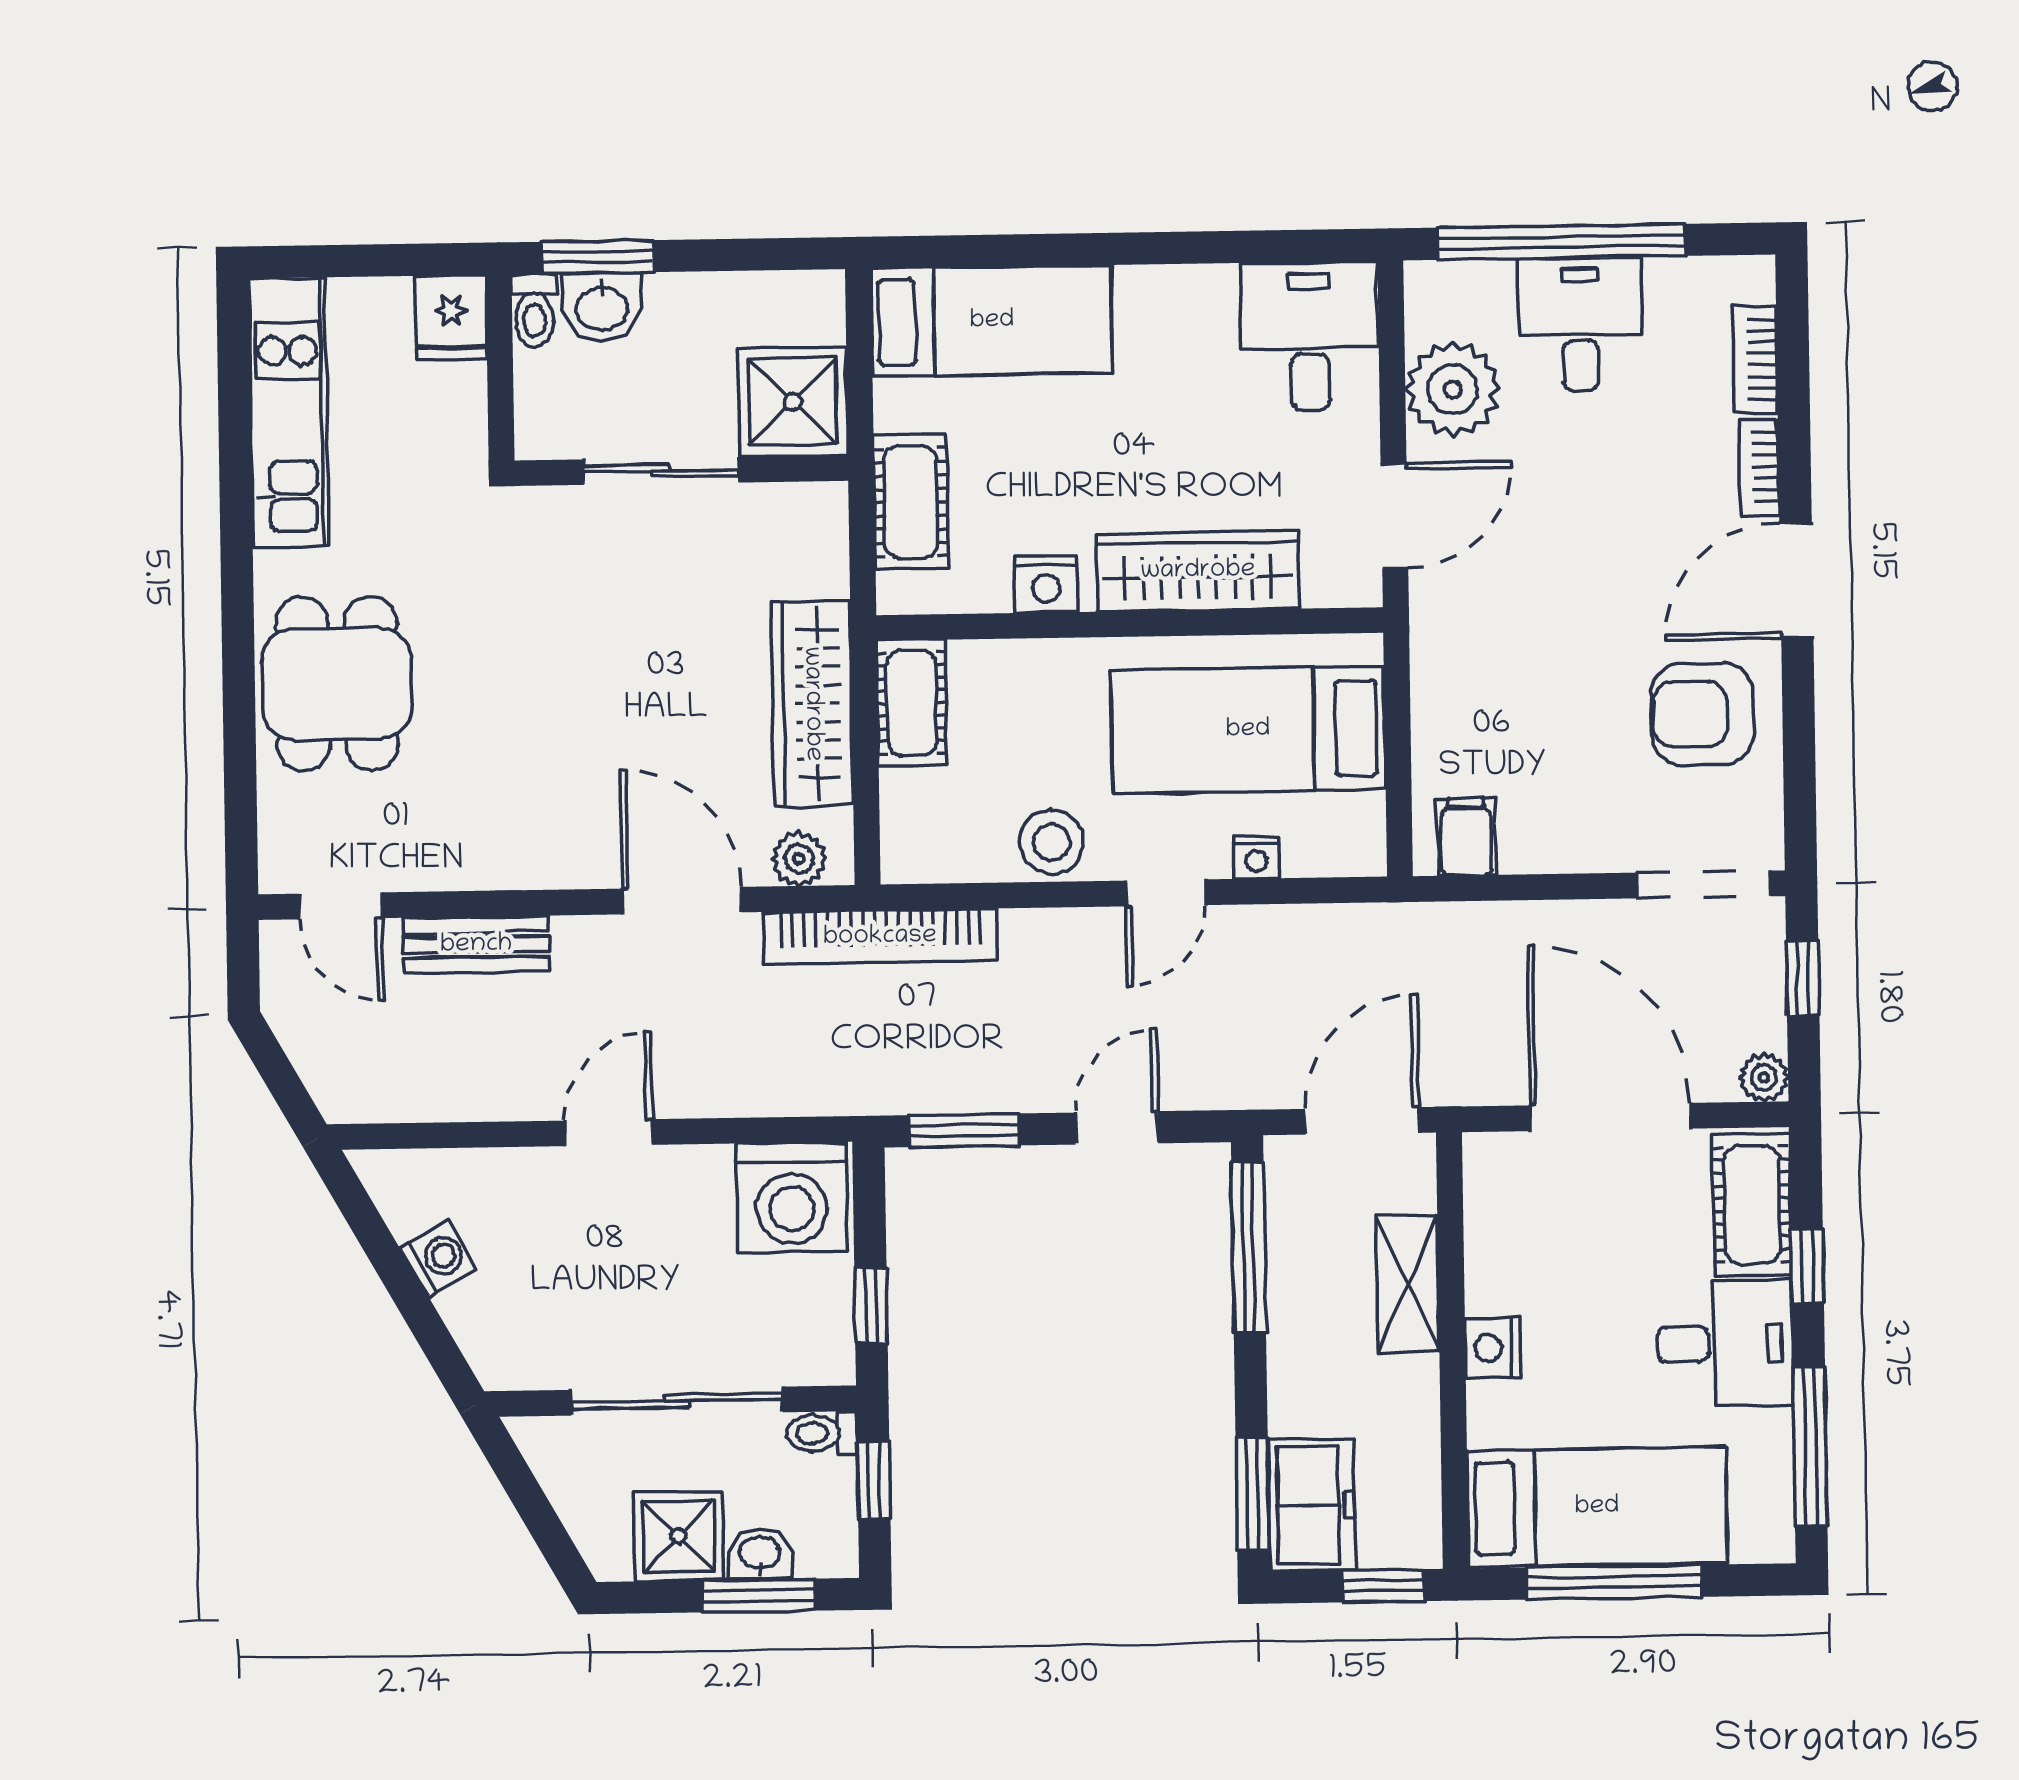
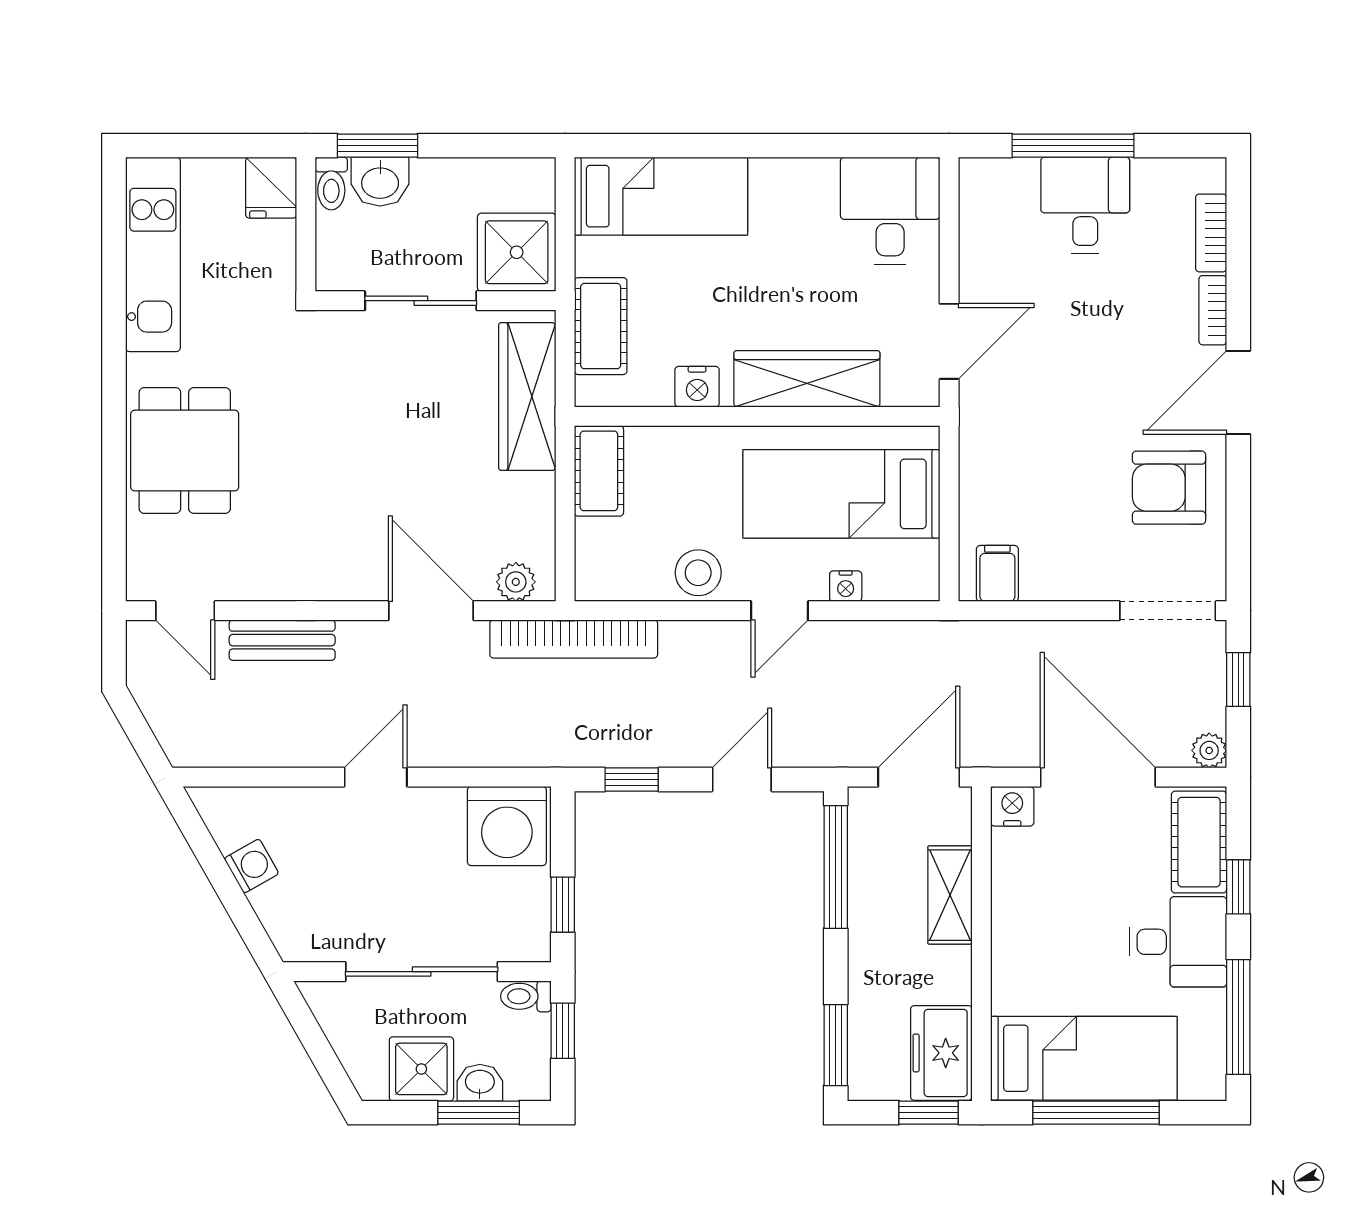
window: (1562, 242) -> (1073, 146), width x0.68
plant: (1453, 389) -> (992, 251), removed
wardrobe: (812, 704) -> (527, 397), moved
window: (964, 1130) -> (632, 780), width x0.67
nightstand: (1493, 1348) -> (1012, 806), moved, turned 90
freezer: (1311, 1505) -> (941, 1053), moved, turned 180

